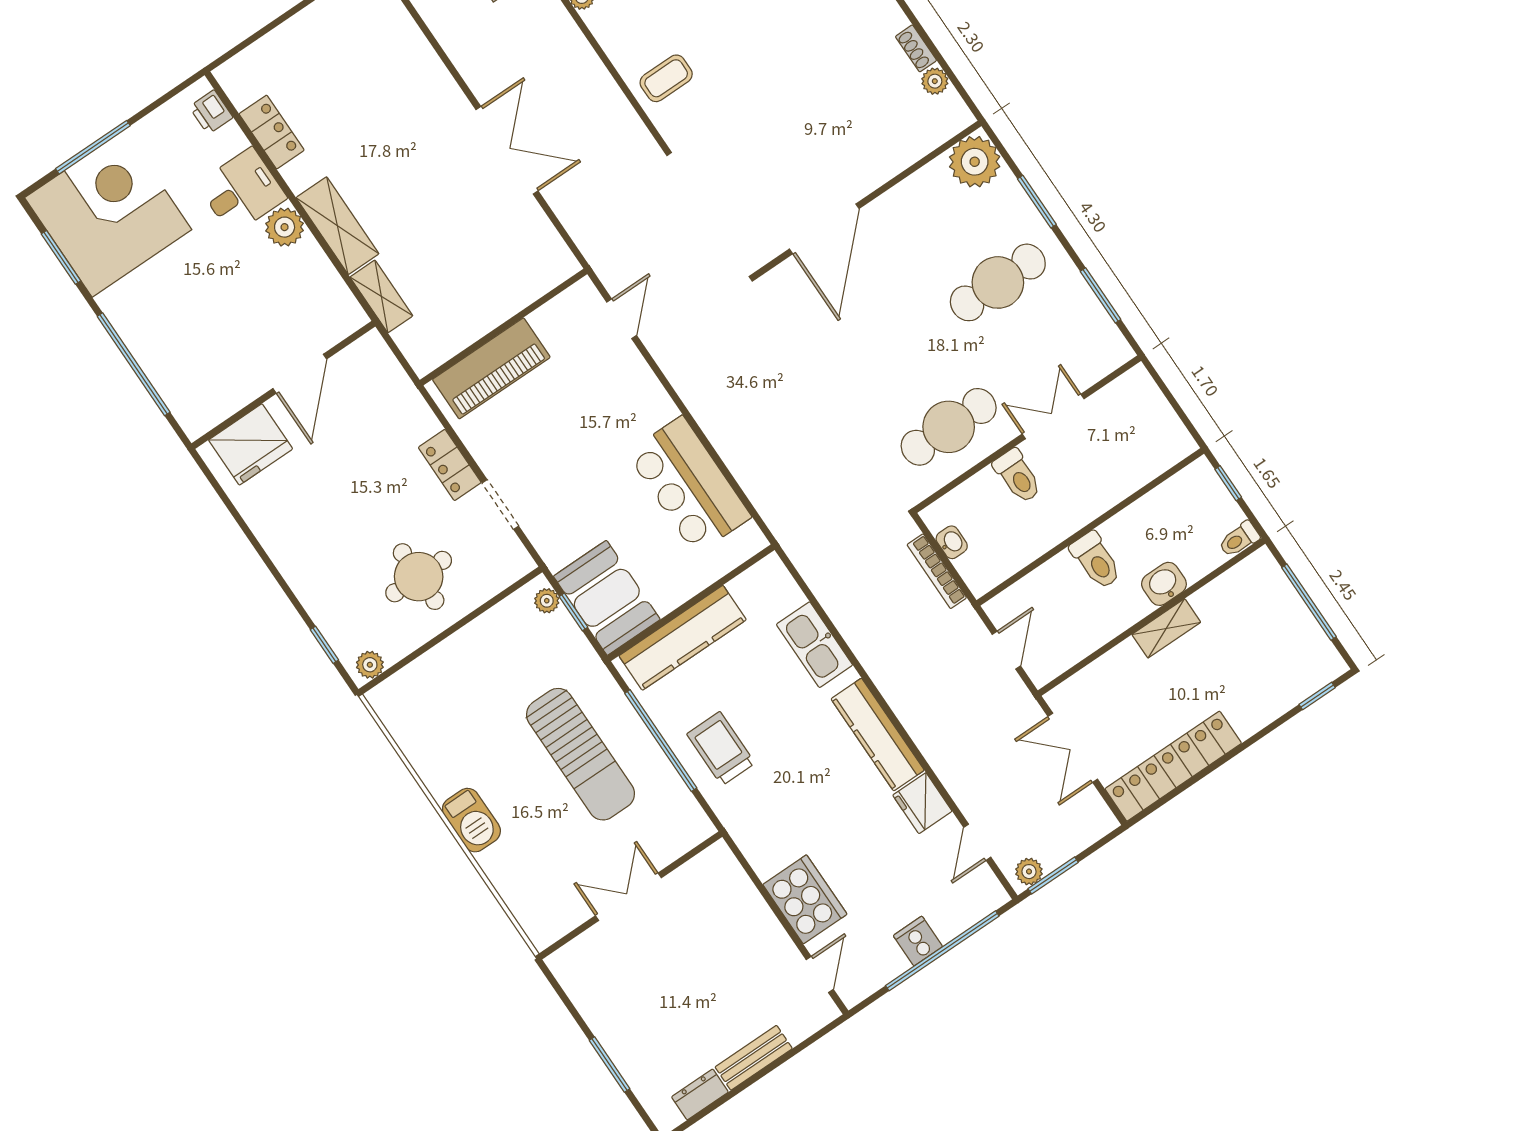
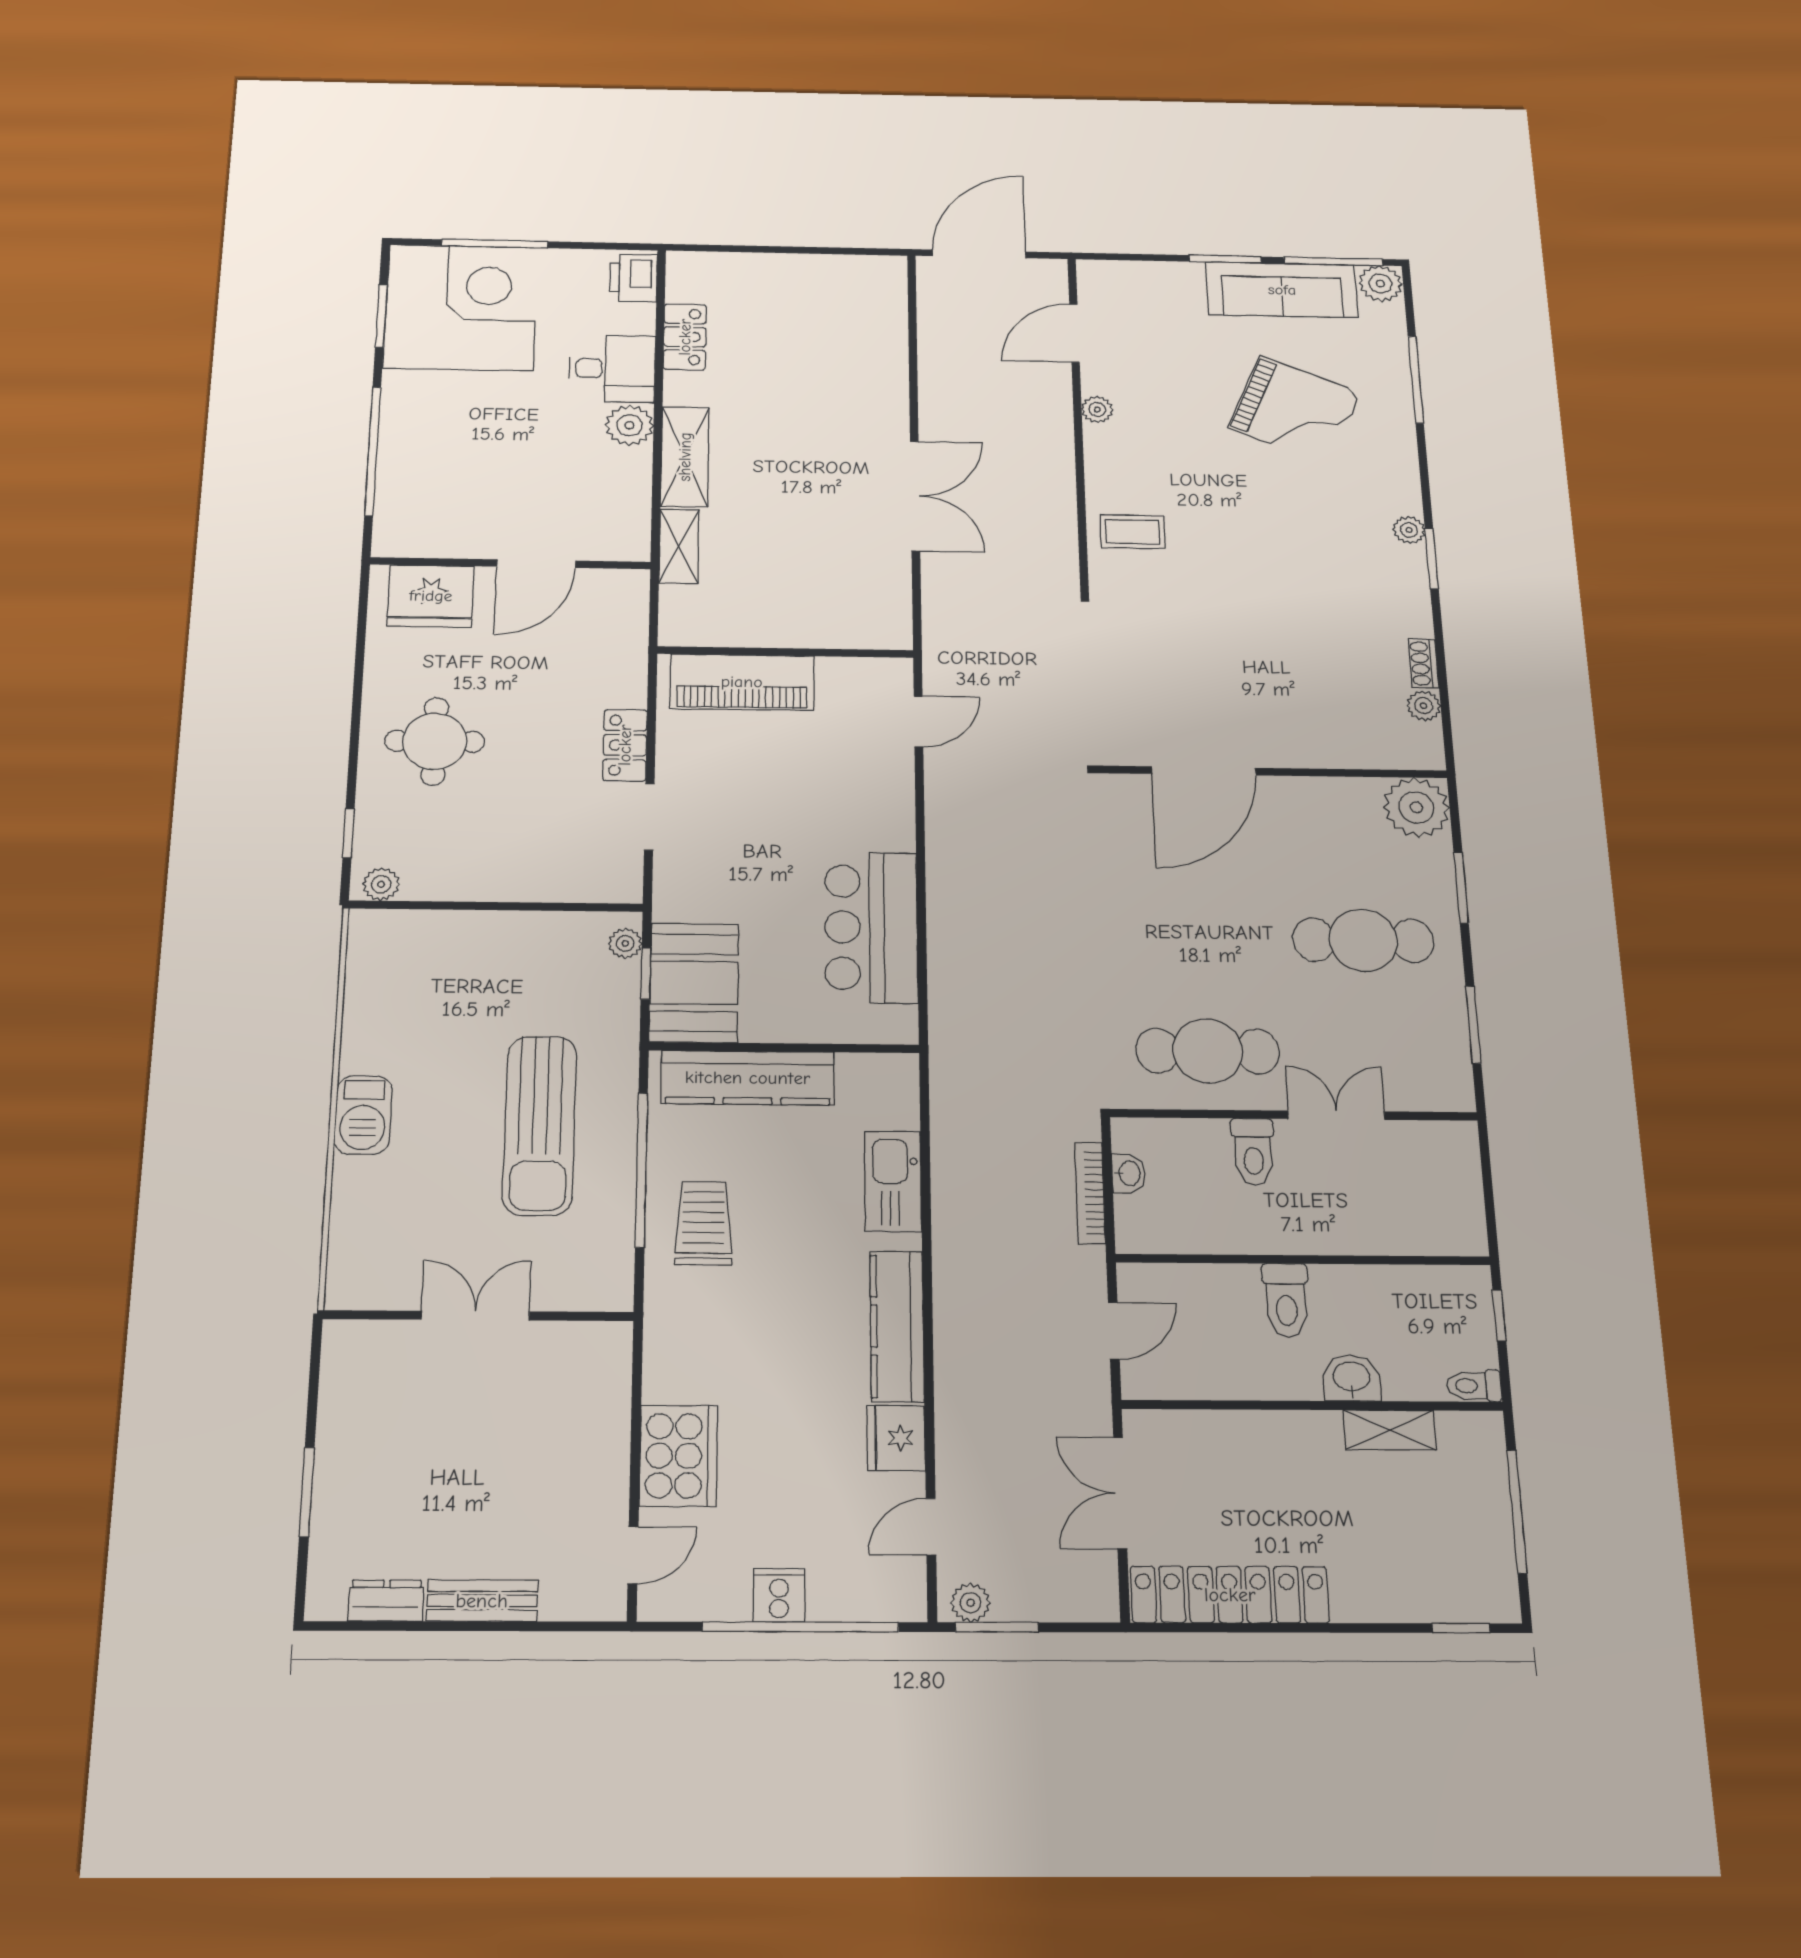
printer: (211, 112) -> (633, 278), width x1.36, depth x1.24
round table: (419, 577) -> (435, 741), moved
shelving: (1166, 628) -> (1389, 1430), moved

